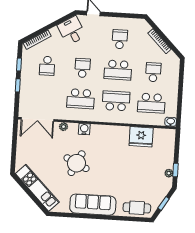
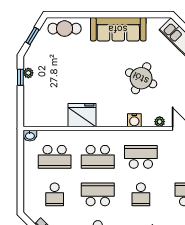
school desk: (151, 103) -> (55, 157), turned 180
fridge: (141, 137) -> (82, 115), moved

